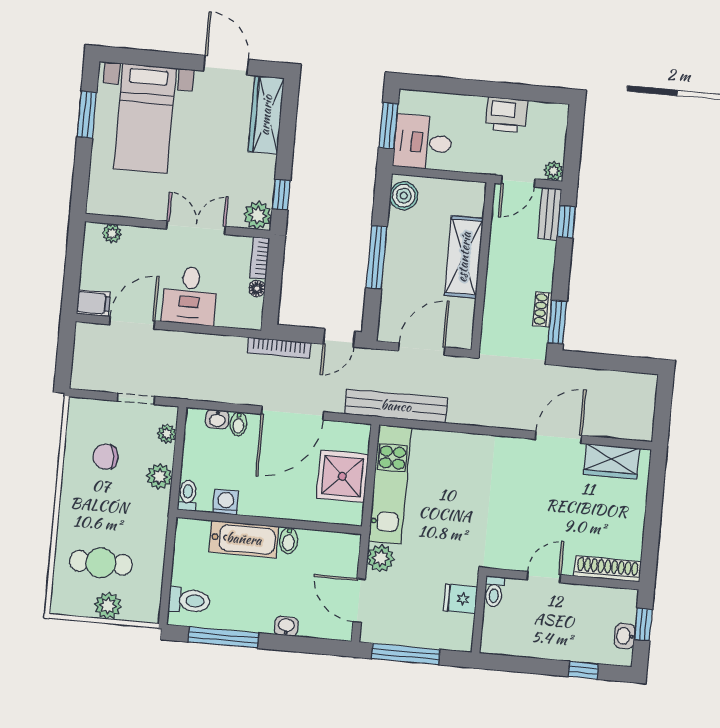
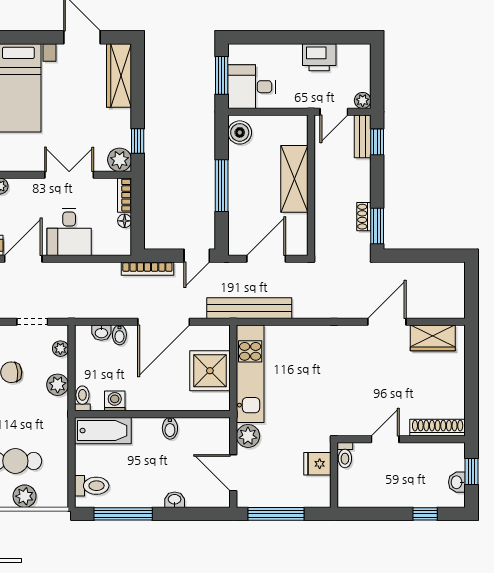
bathtub: (244, 539) -> (103, 431), moved

